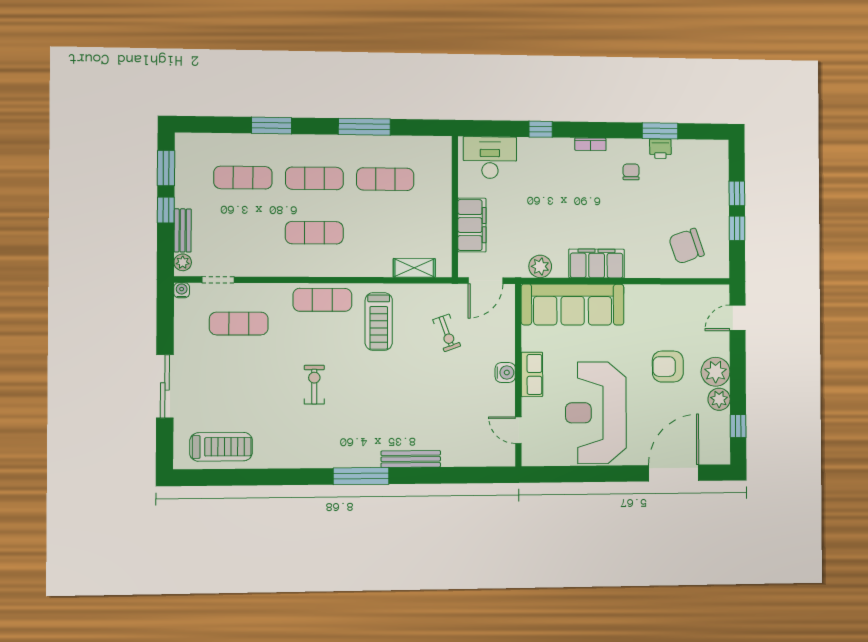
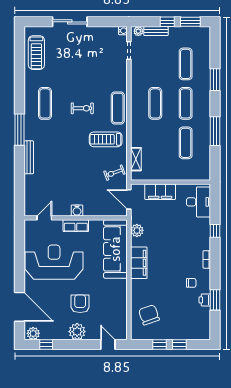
exercise mat: (239, 323) -> (45, 103), moved
exercise bike: (447, 333) -> (114, 173), moved
exercise bike: (314, 385) -> (82, 108), moved
plant: (719, 399) -> (33, 333), moved

